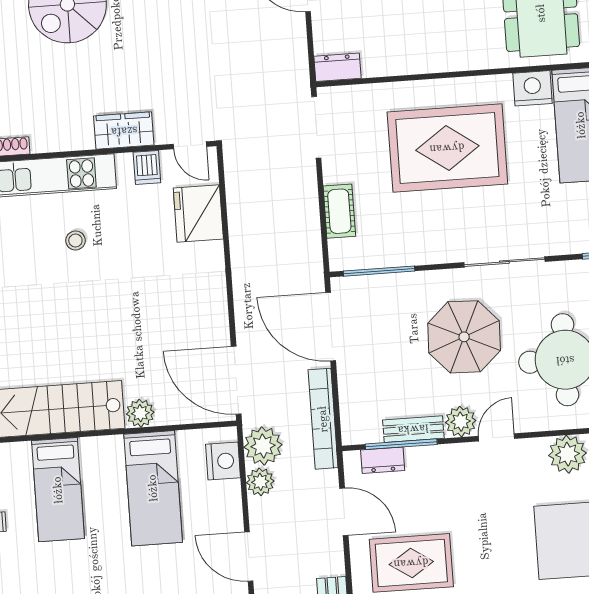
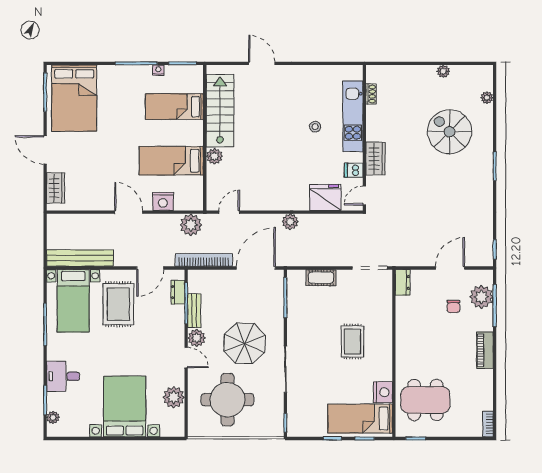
rug: (447, 148) -> (352, 342), width x0.54, depth x0.49
door: (236, 380) -> (229, 212), width x0.53
nightstand: (223, 461) -> (163, 201), moved
plant: (260, 482) -> (290, 222), moved
door: (249, 557) -> (129, 212), hinge flipped

